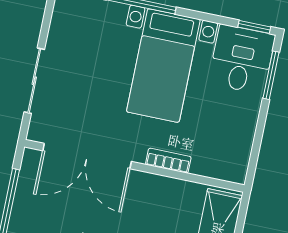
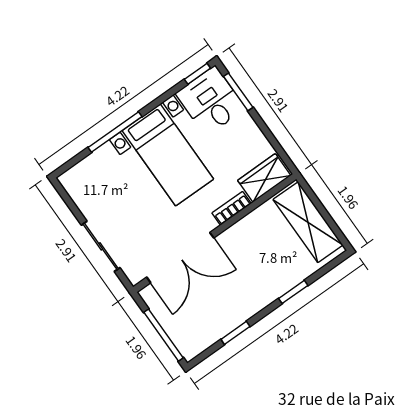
wardrobe: (219, 164) -> (264, 178), added

